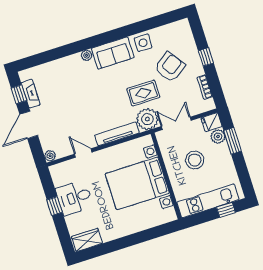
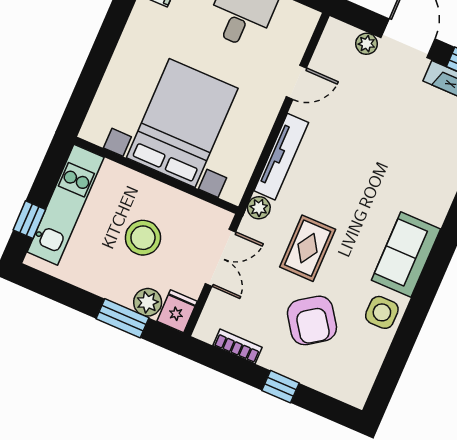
plant: (87, 55) -> (436, 213), removed
plant: (147, 119) -> (259, 208), width x0.53, depth x0.53
plant: (50, 156) -> (366, 44), moved

